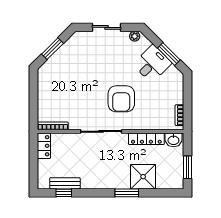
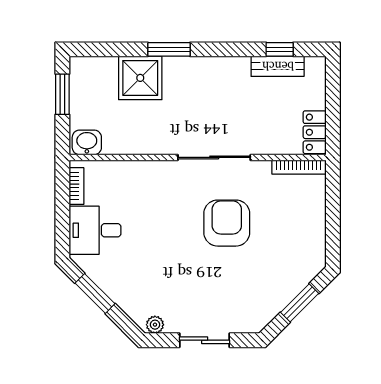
desk: (152, 64) -> (95, 230), moved, turned 45
armchair: (121, 99) -> (227, 223), moved
locker: (146, 139) -> (134, 144), removed

